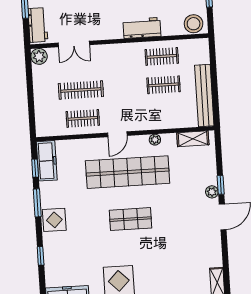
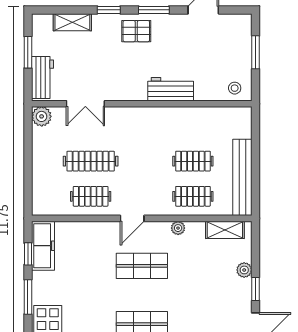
stool: (194, 24) -> (235, 88), width x0.53, depth x0.53
clothes rail: (162, 56) -> (193, 196), moved
shop shelf: (128, 172) -> (142, 266), width x0.50, depth x0.74
plant: (212, 192) -> (244, 270), moved

